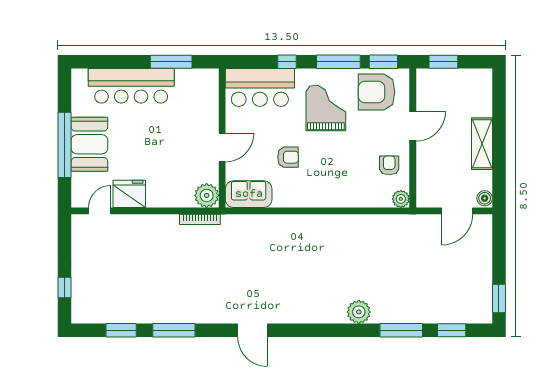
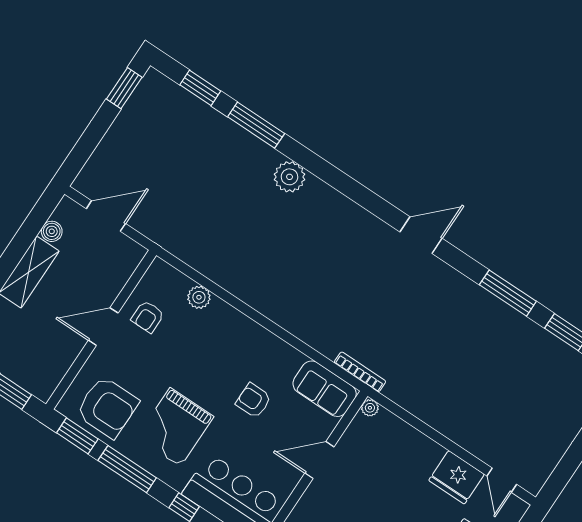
door: (413, 126) -> (103, 327), moved
plant: (207, 195) -> (370, 408), width x0.53, depth x0.53
boiler: (485, 198) -> (52, 231), moved
plant: (401, 199) -> (199, 297), moved
door: (100, 211) -> (502, 480), hinge flipped
bookcase: (200, 219) -> (360, 372), moved
door: (252, 330) -> (421, 235), hinge flipped

